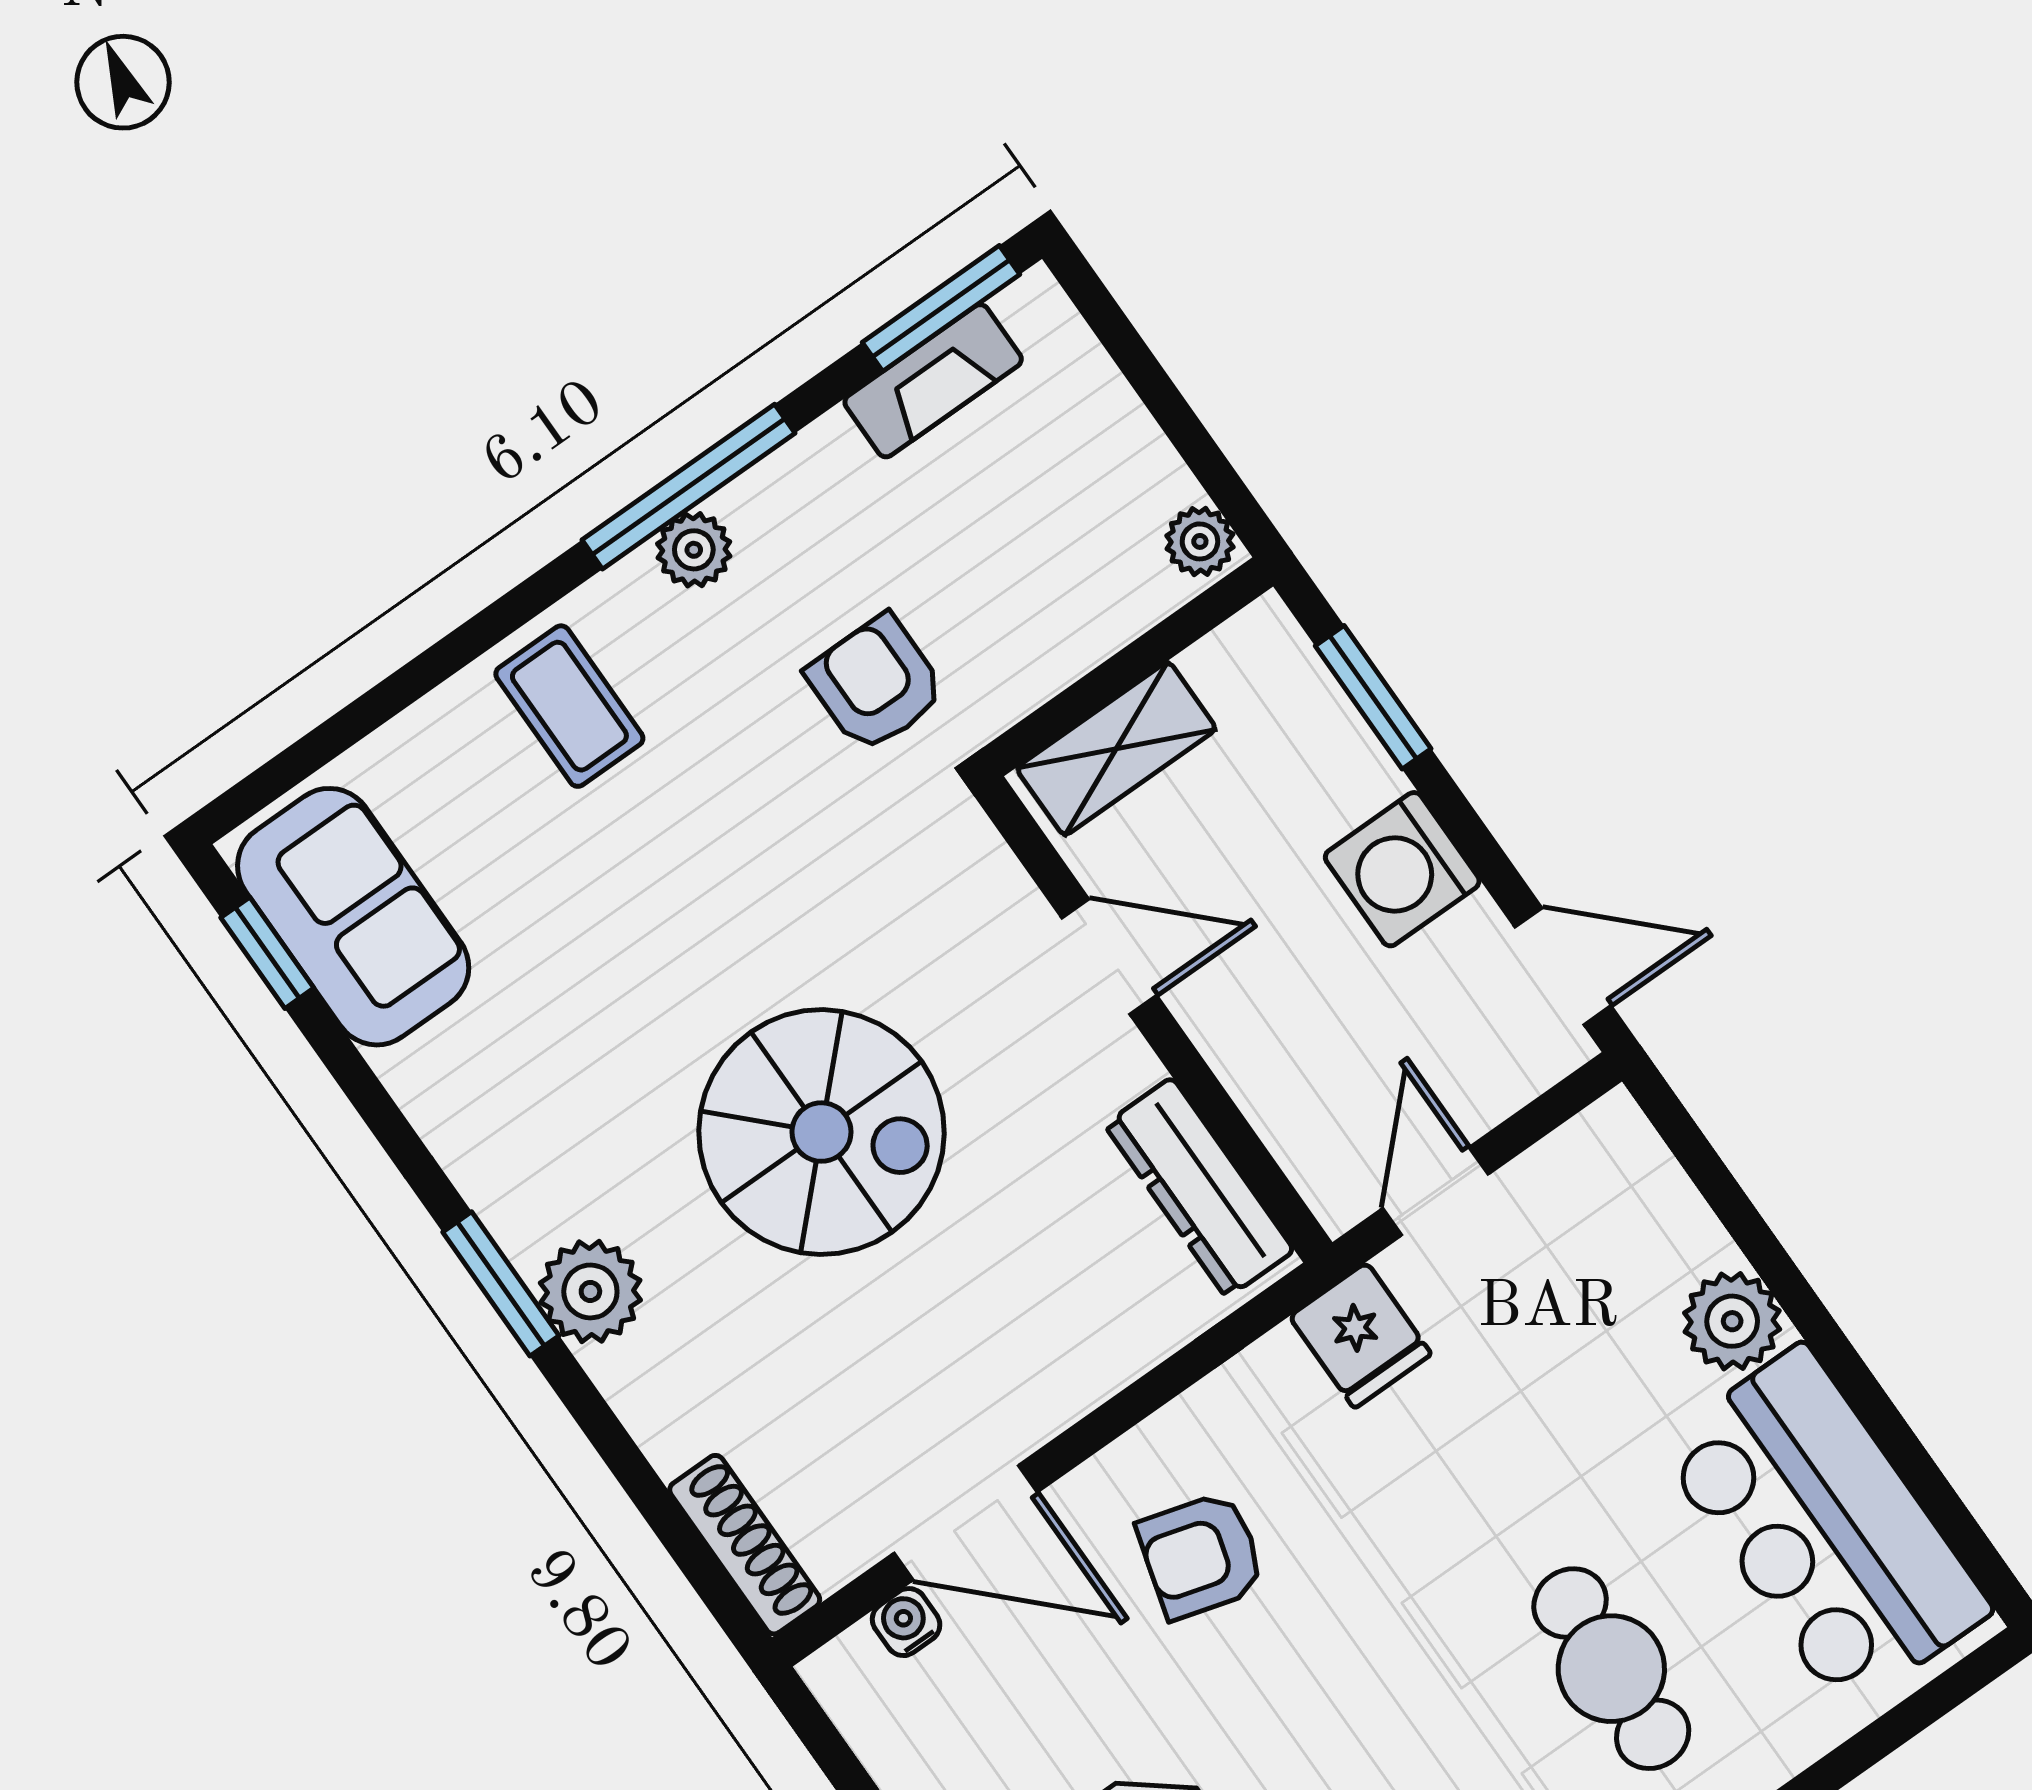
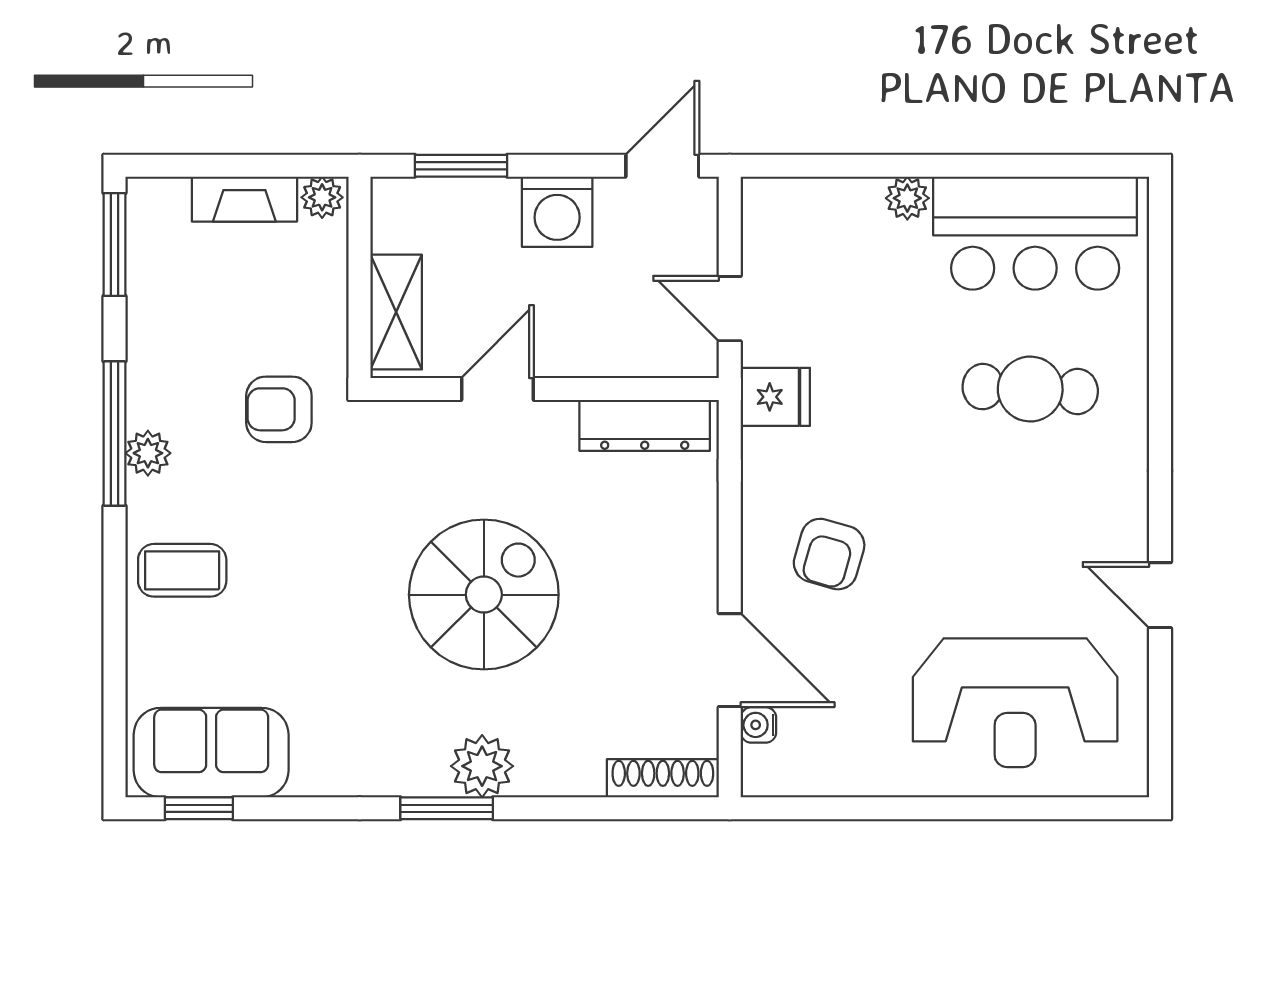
fireplace: (933, 381) -> (244, 199), moved, turned 90
plant: (1732, 1321) -> (907, 198), width x0.73, depth x0.73
door: (966, 1523) -> (730, 660), hinge flipped

